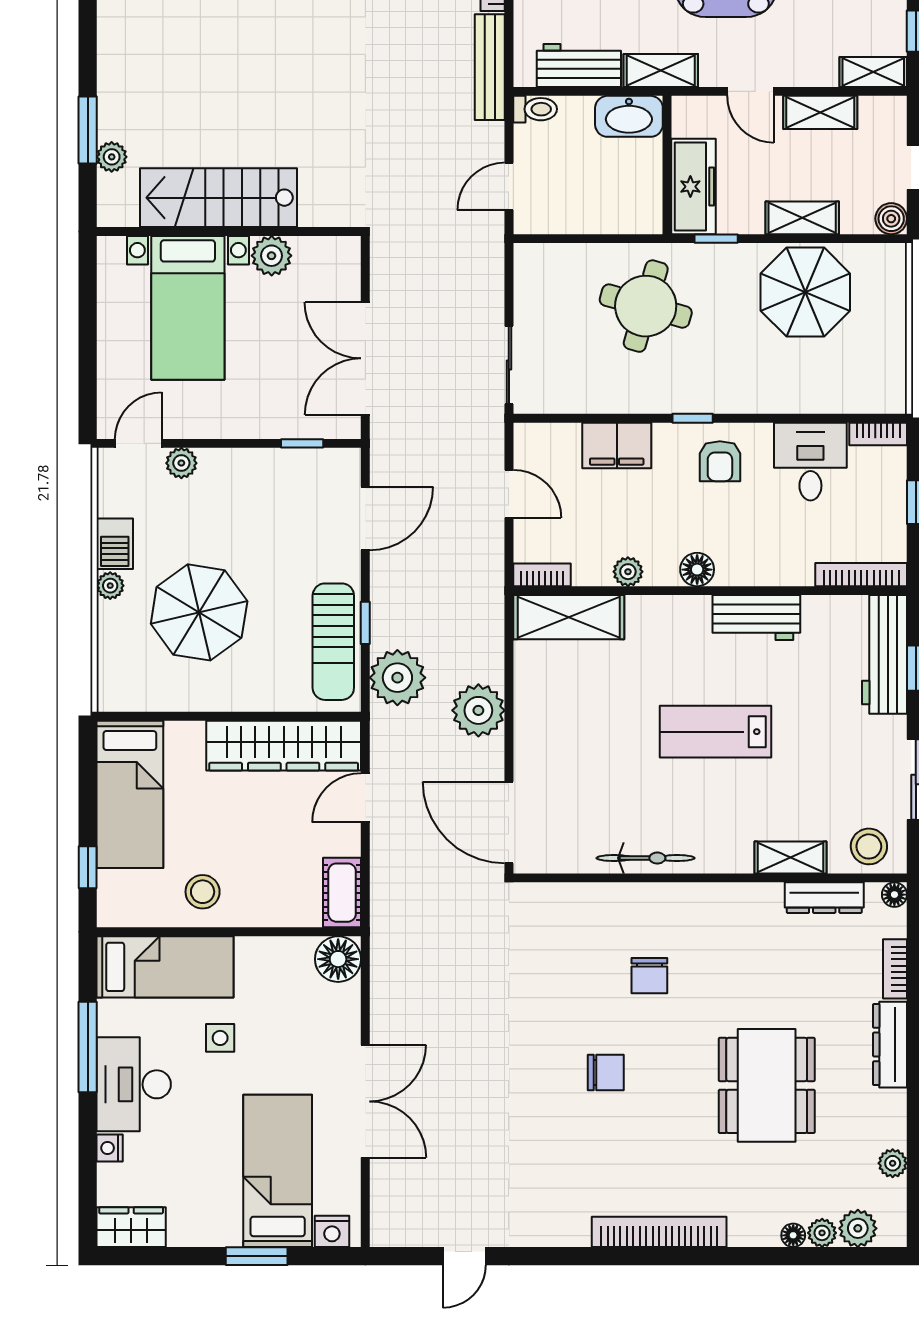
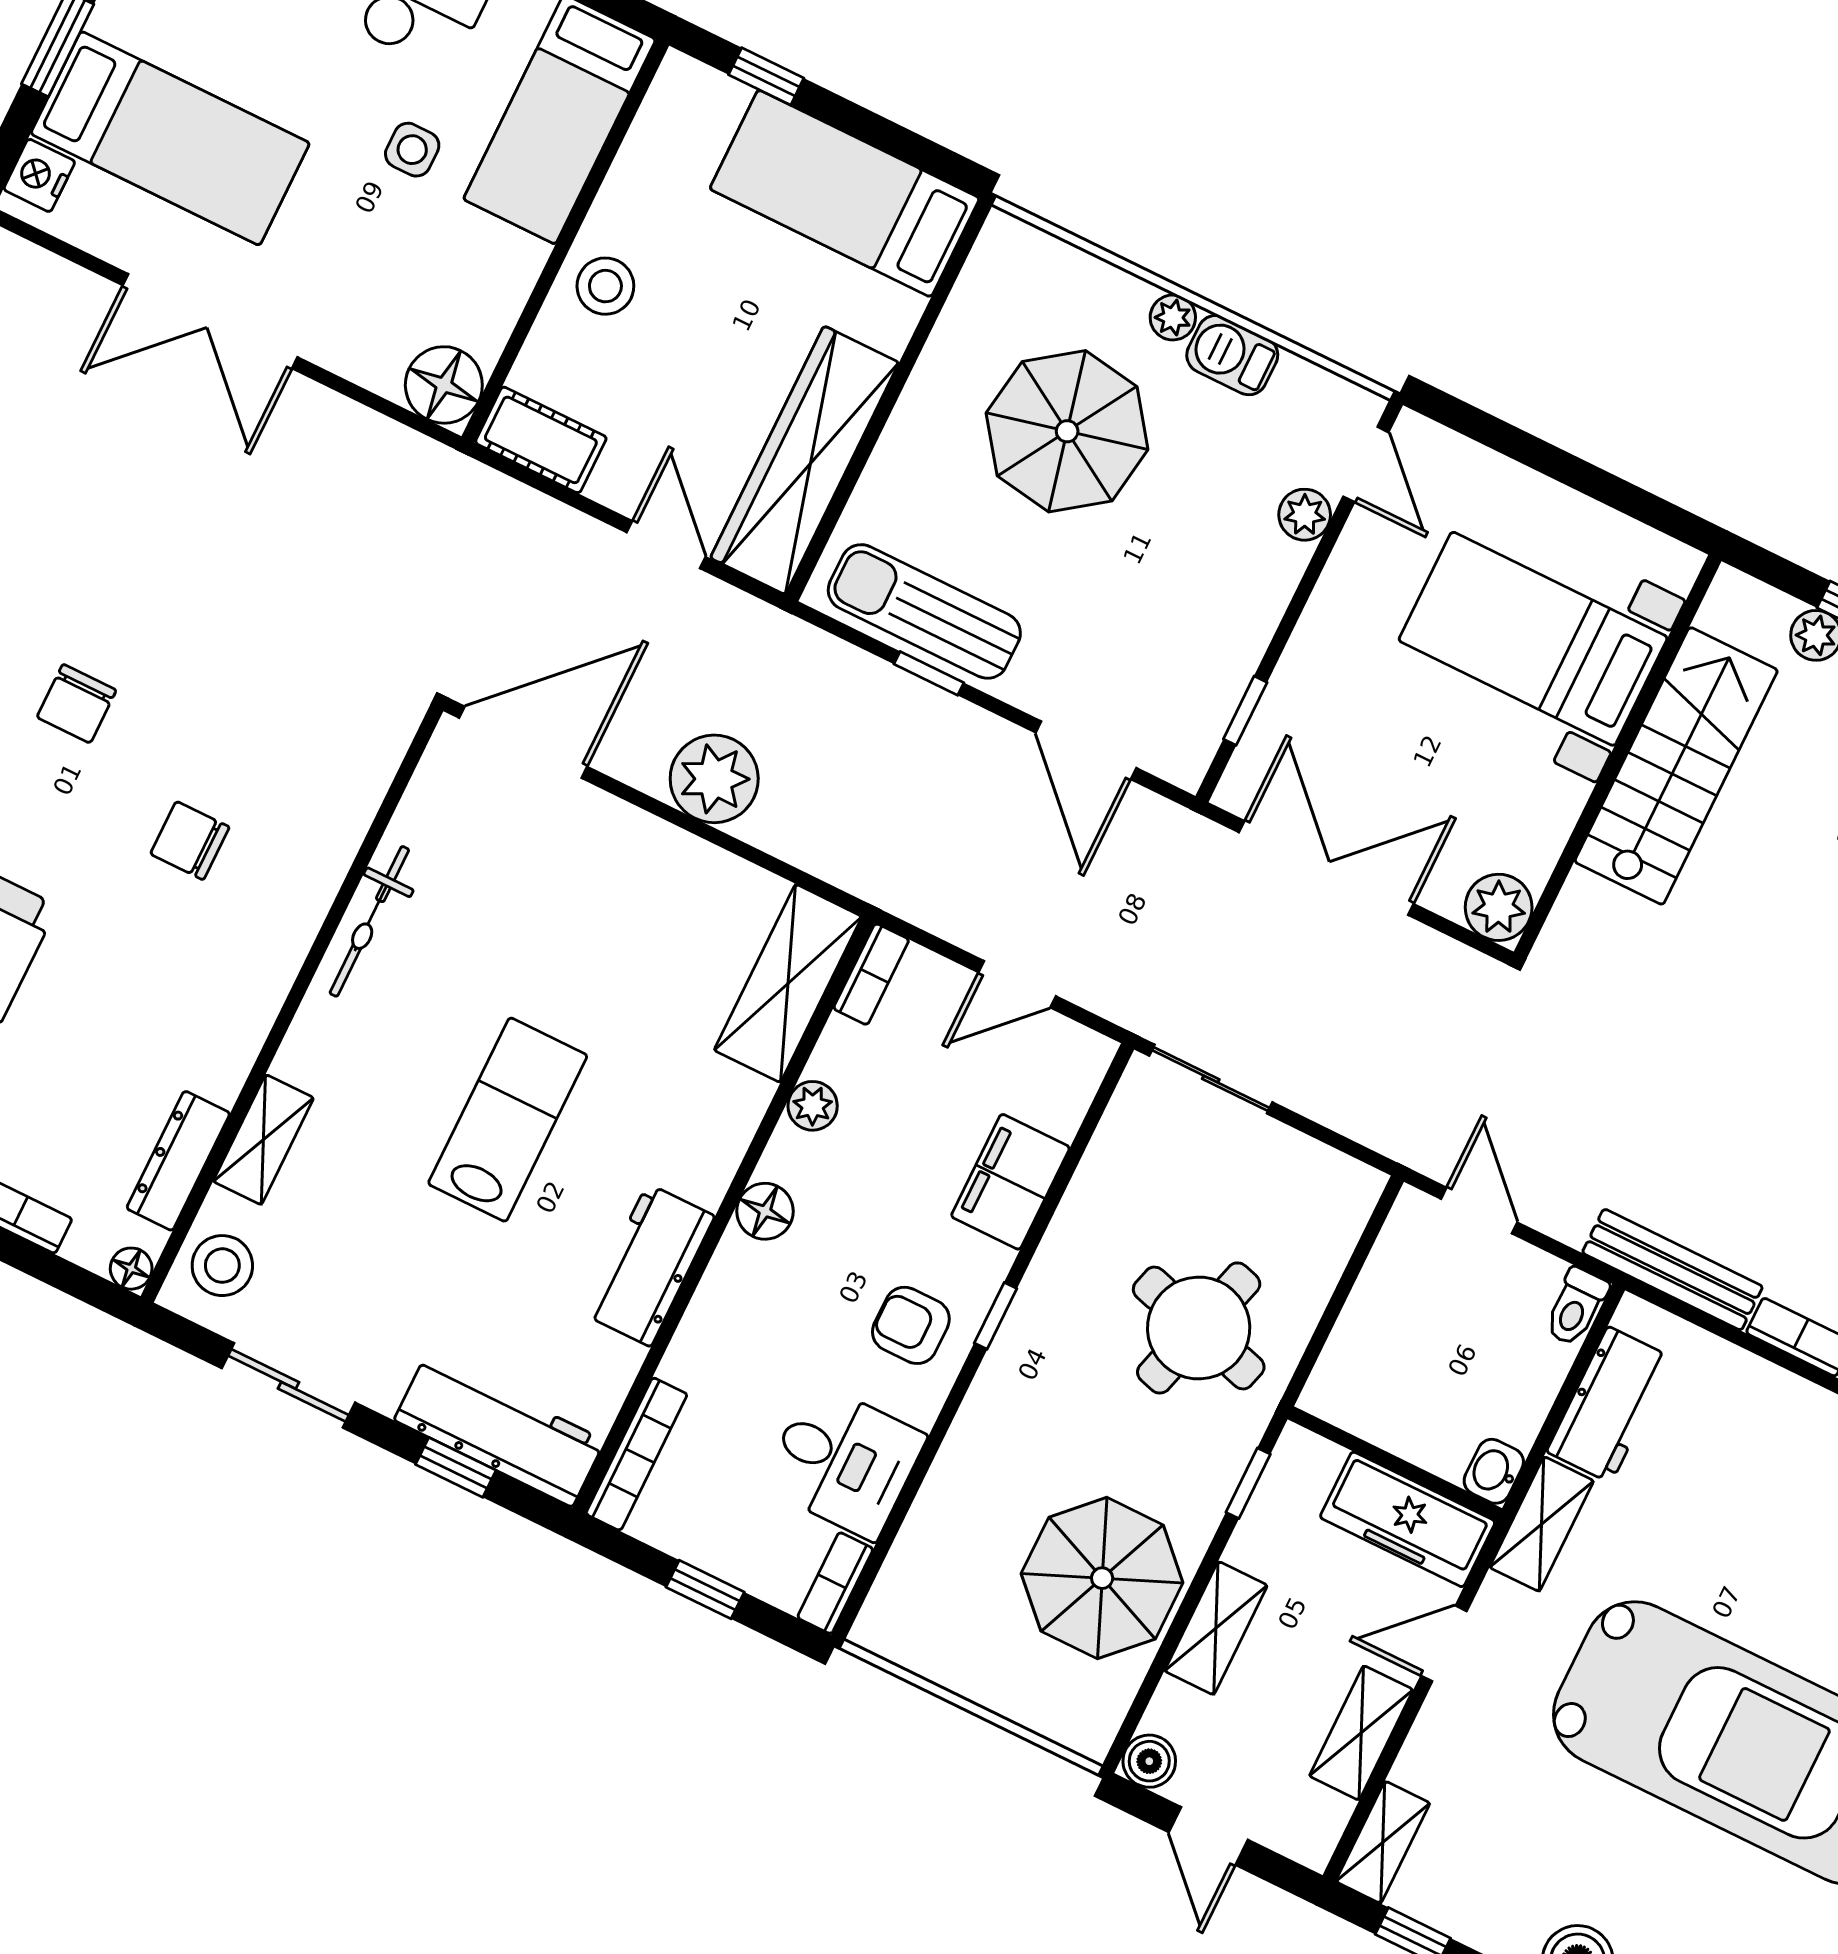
washbasin: (629, 116) -> (1494, 1471), width x0.52, depth x0.69
freezer: (693, 187) -> (1408, 1519), moved
plant: (272, 256) -> (1499, 907), moved
plant: (397, 678) -> (823, 681), removed
stool: (203, 892) -> (605, 286), moved

